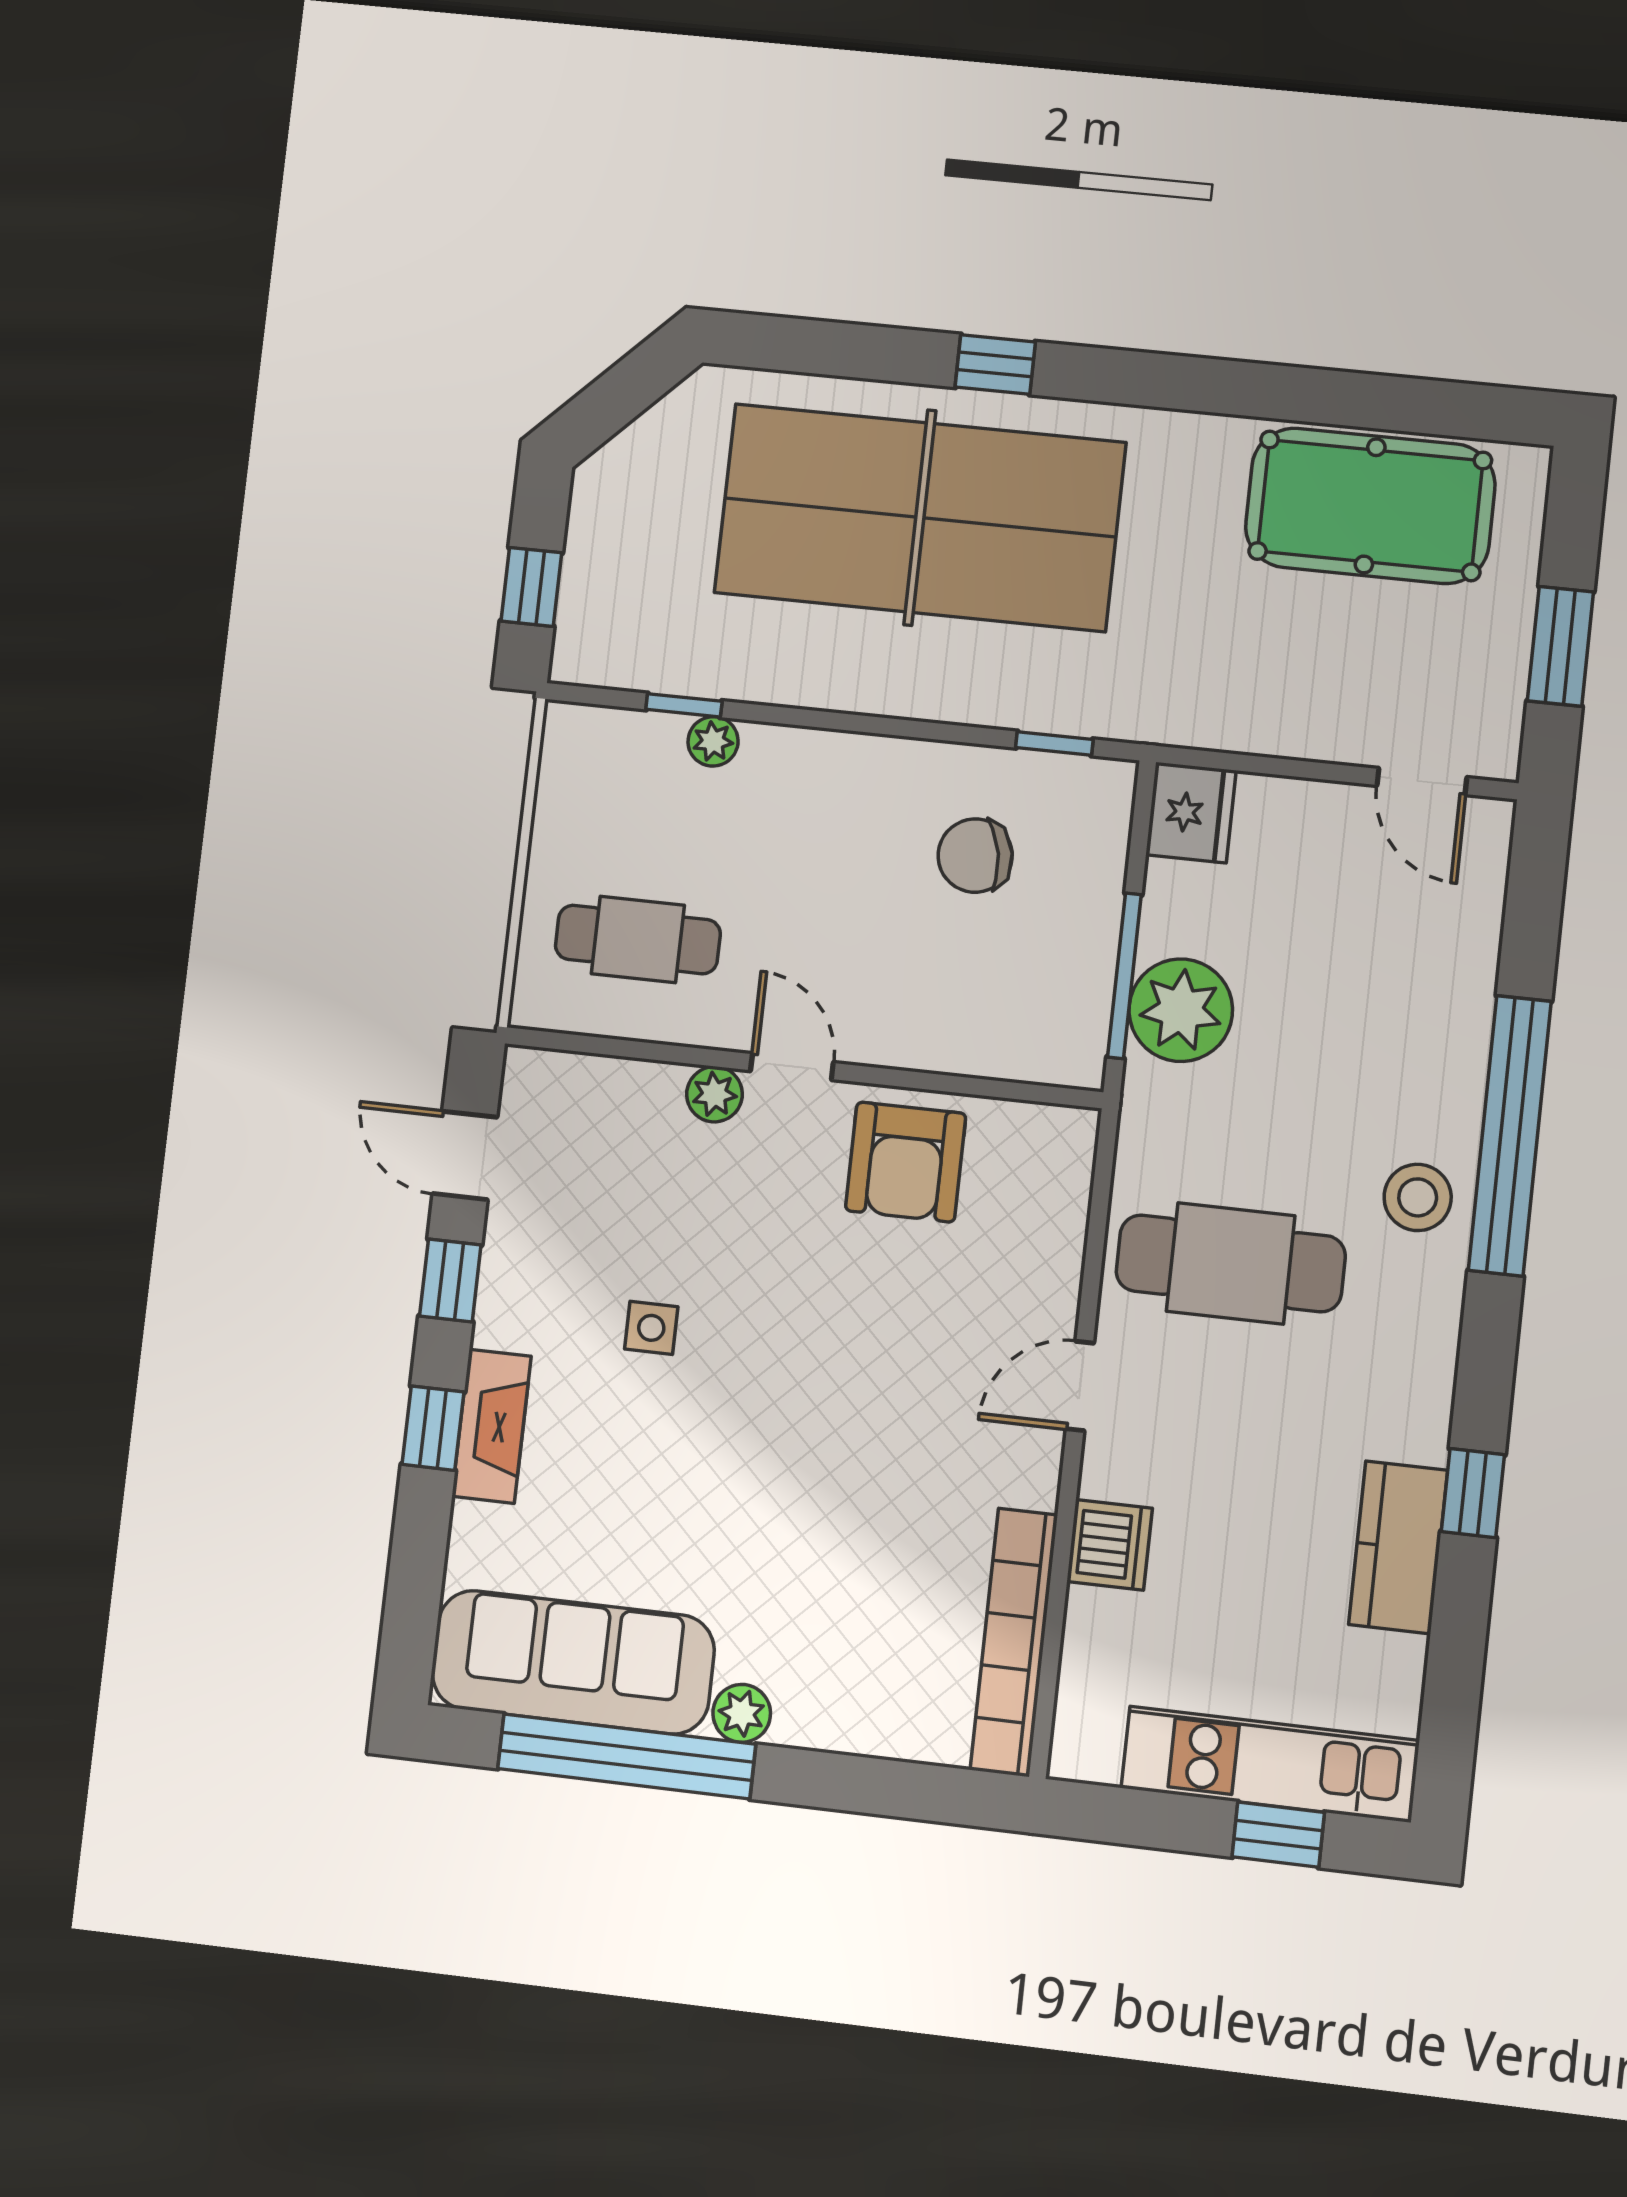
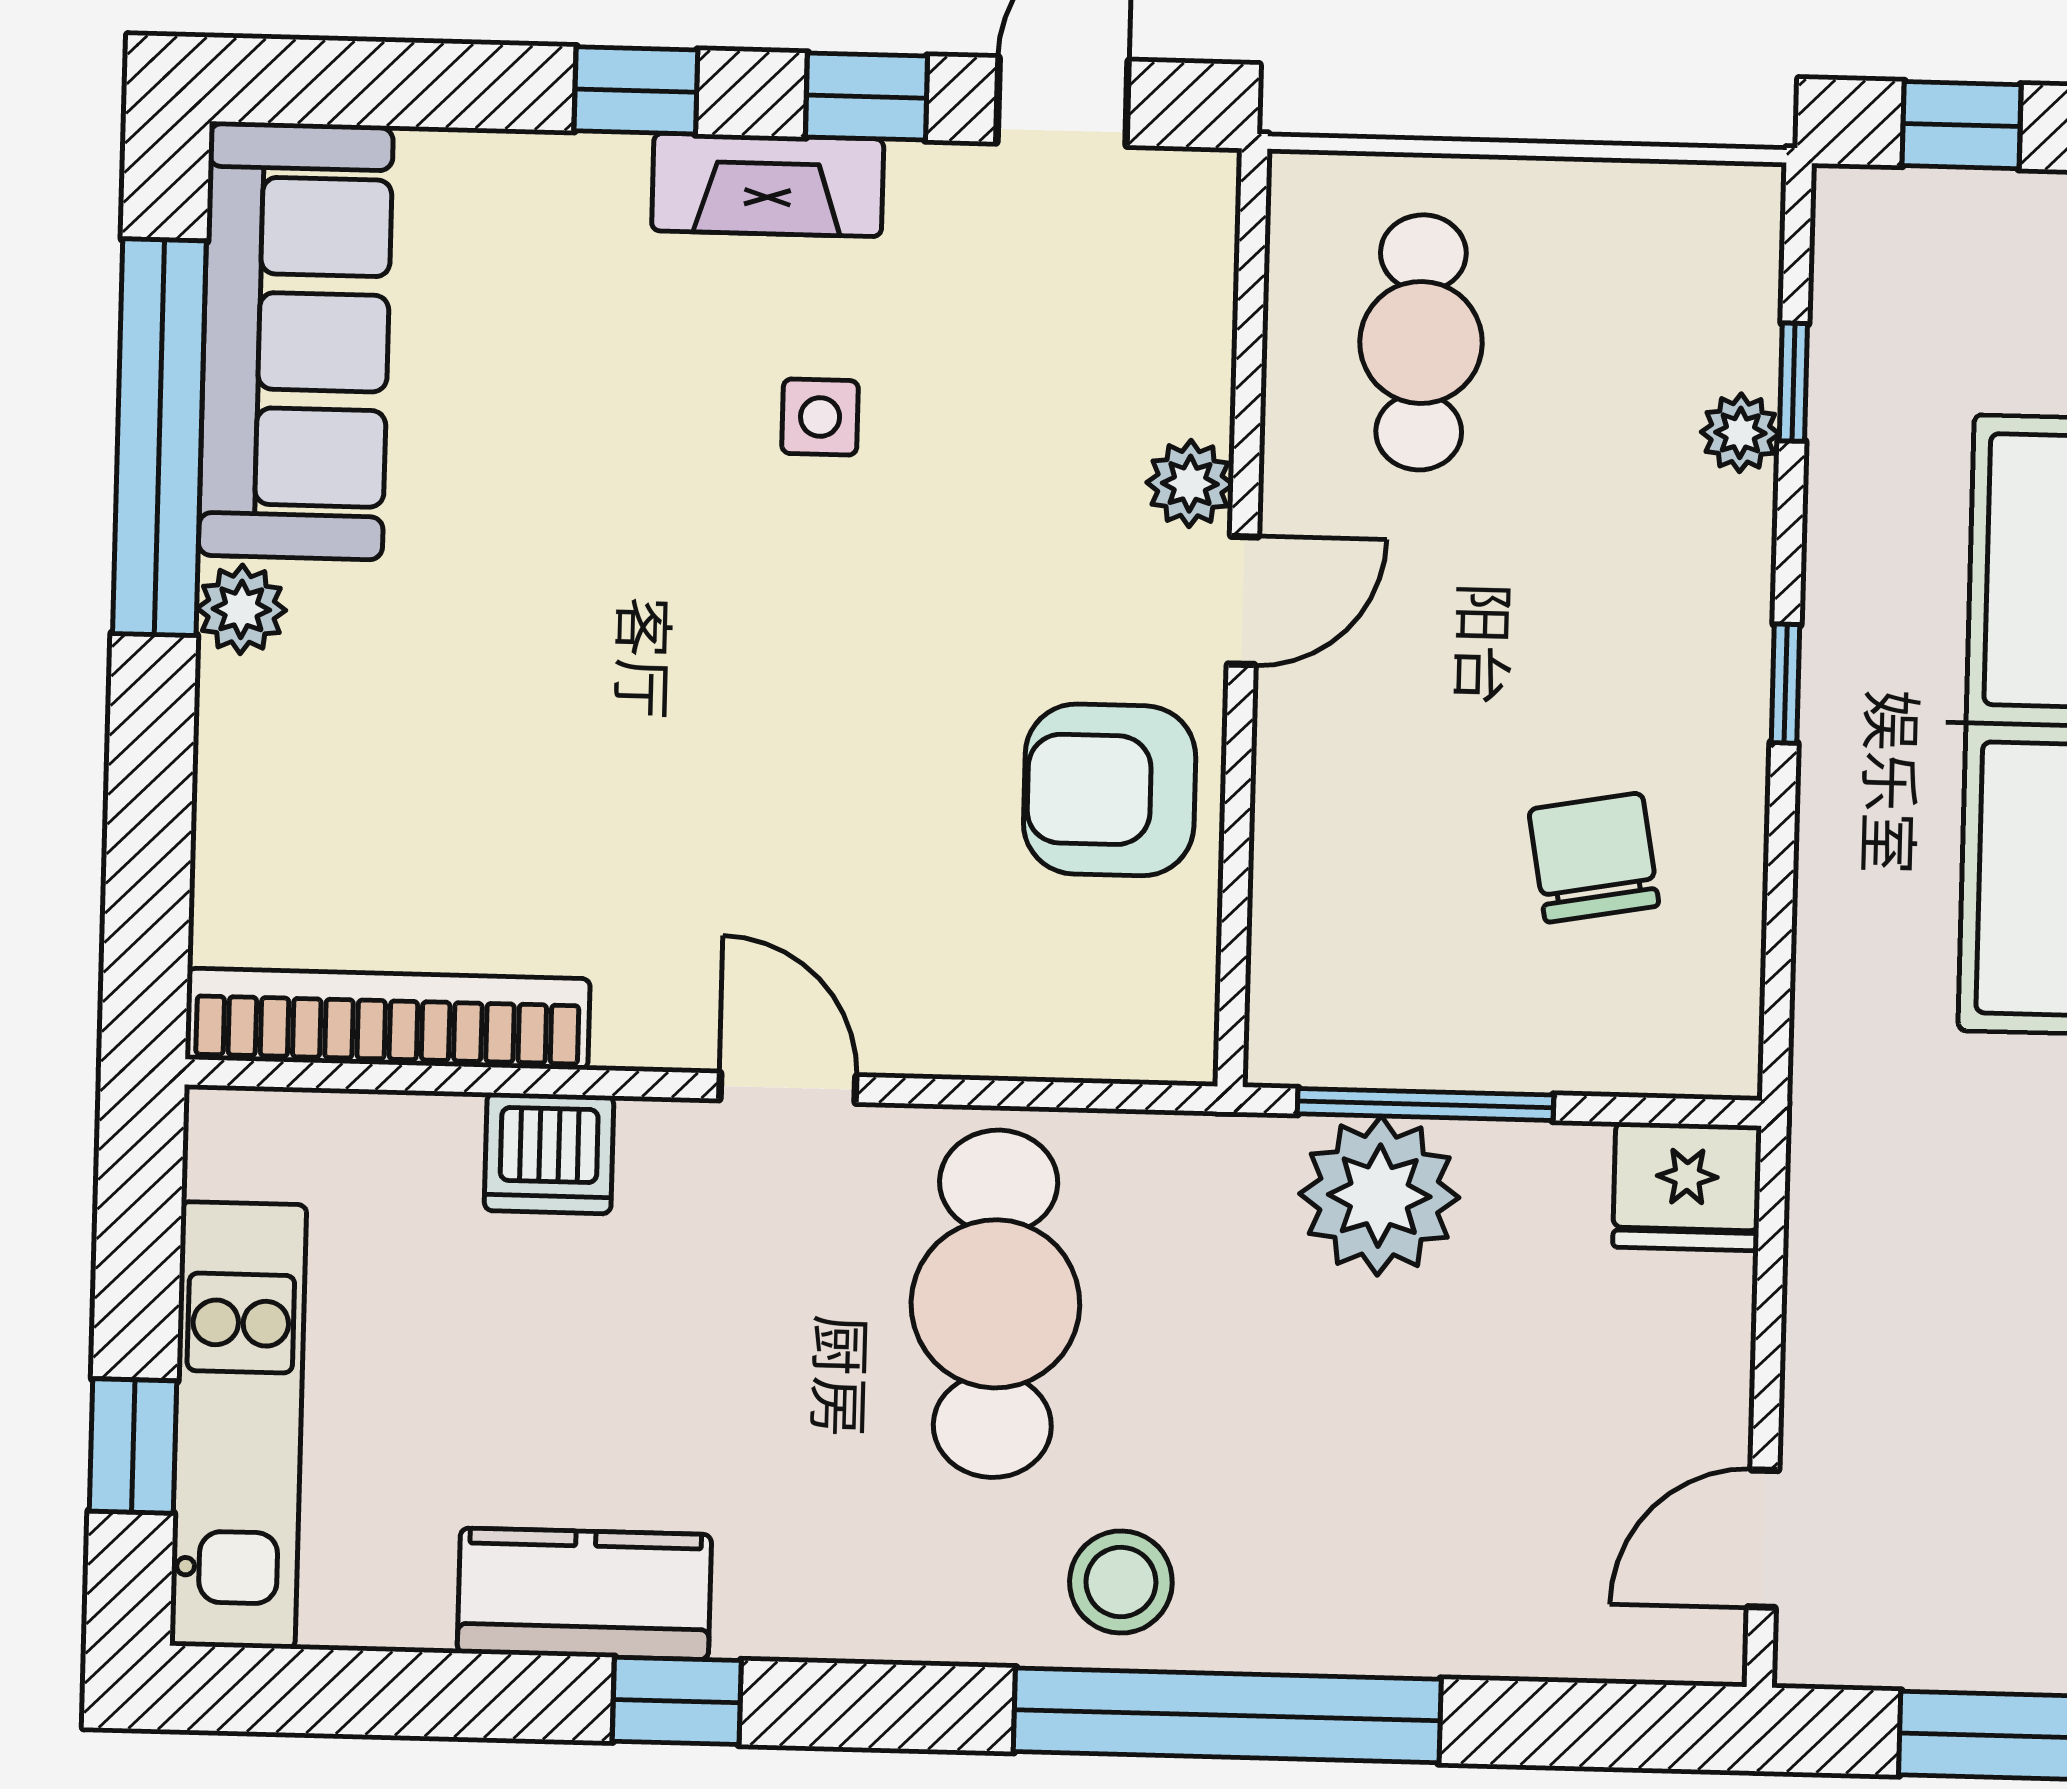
window: (1054, 744) -> (1785, 684), moved
fireplace: (492, 1426) -> (768, 185), moved

